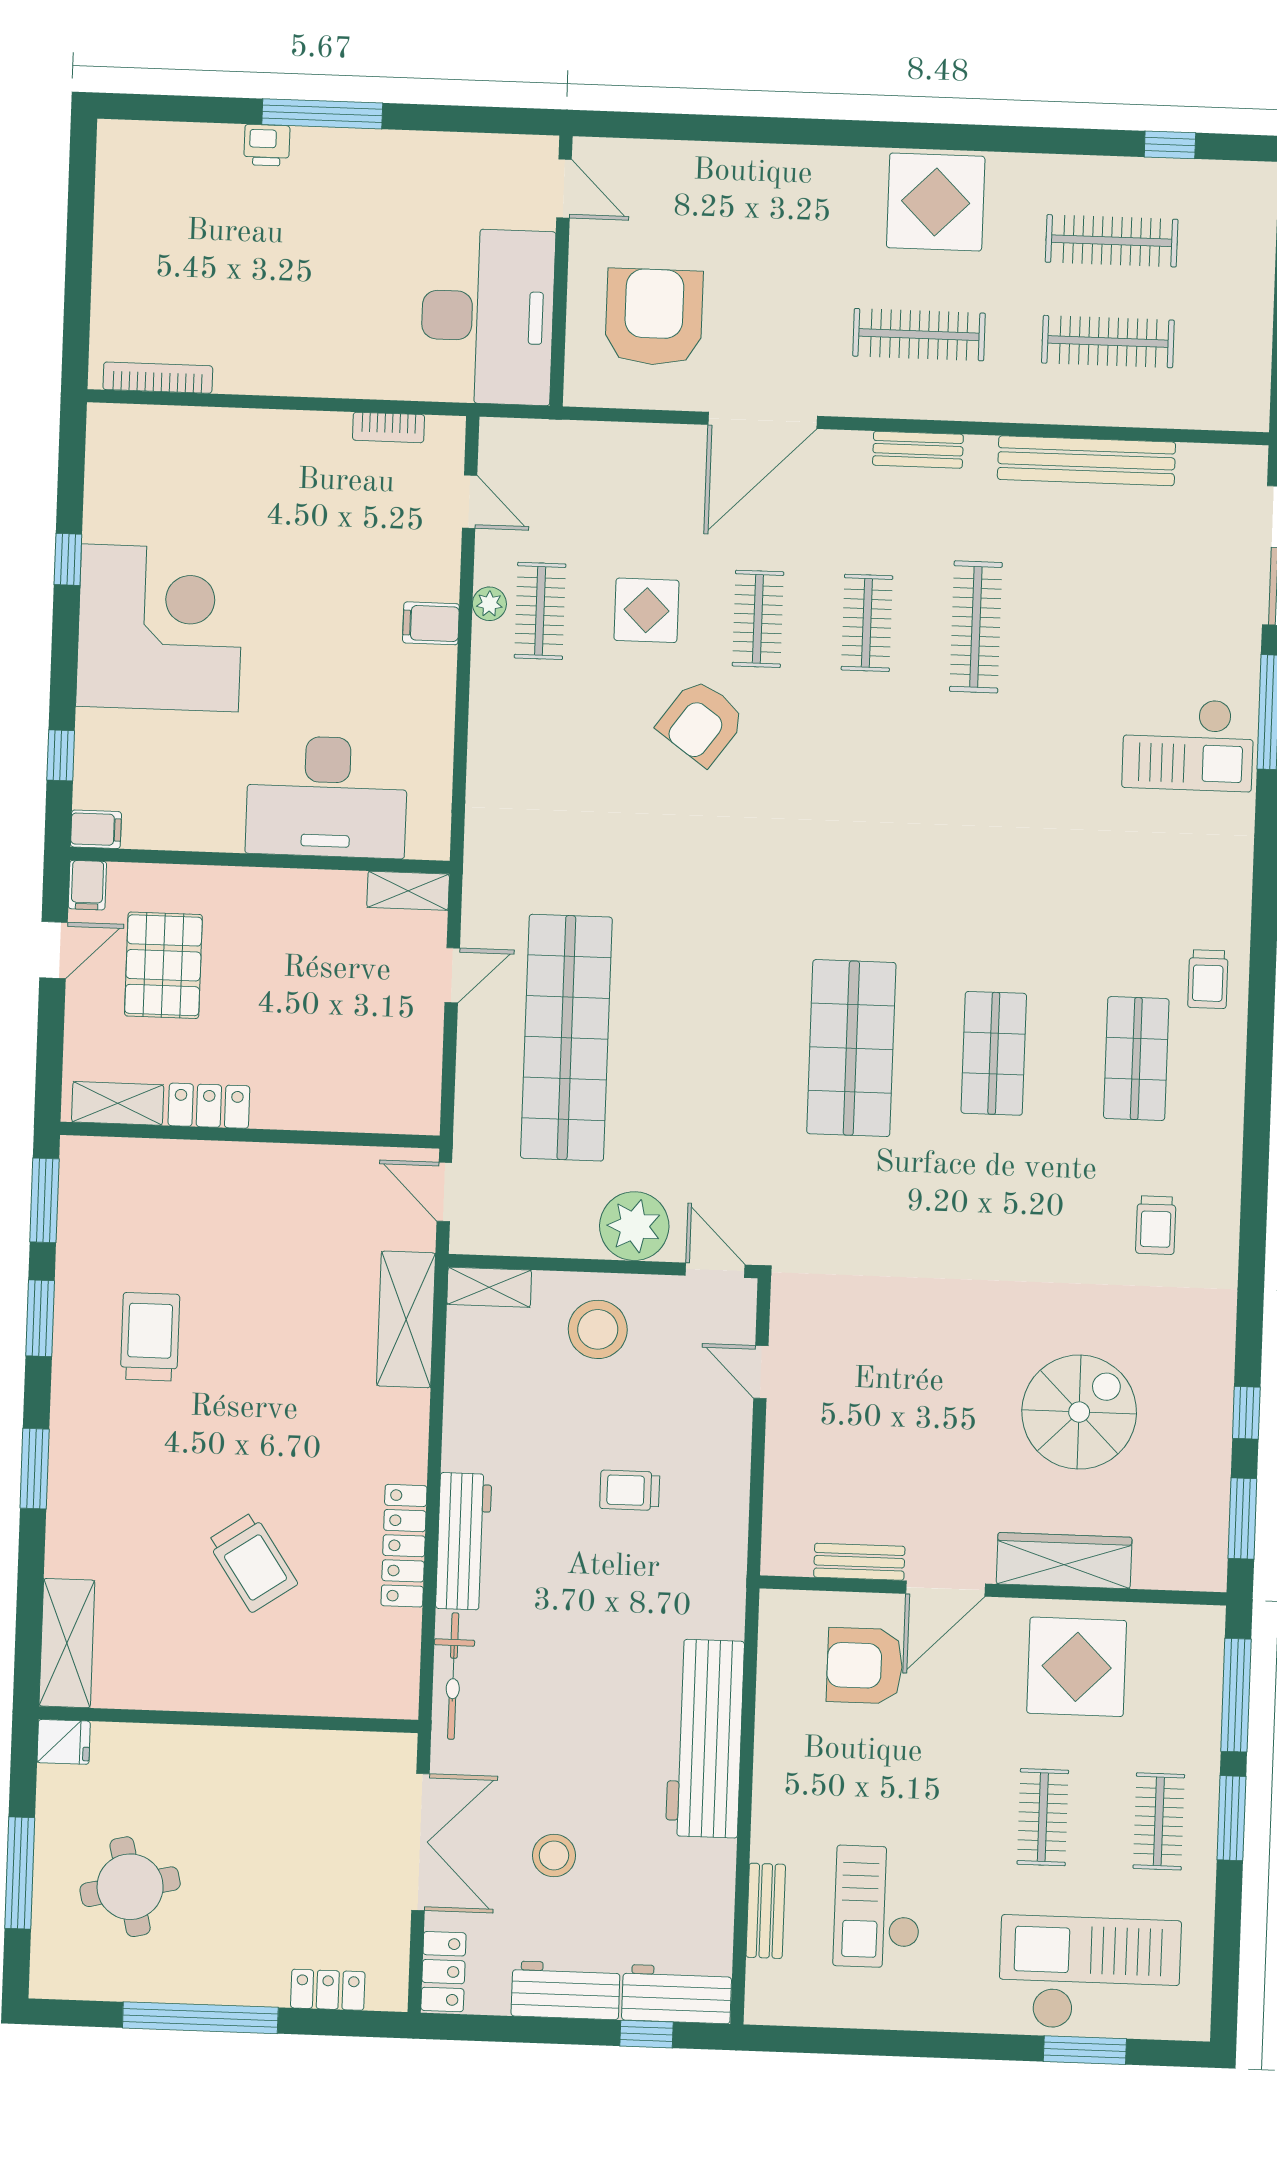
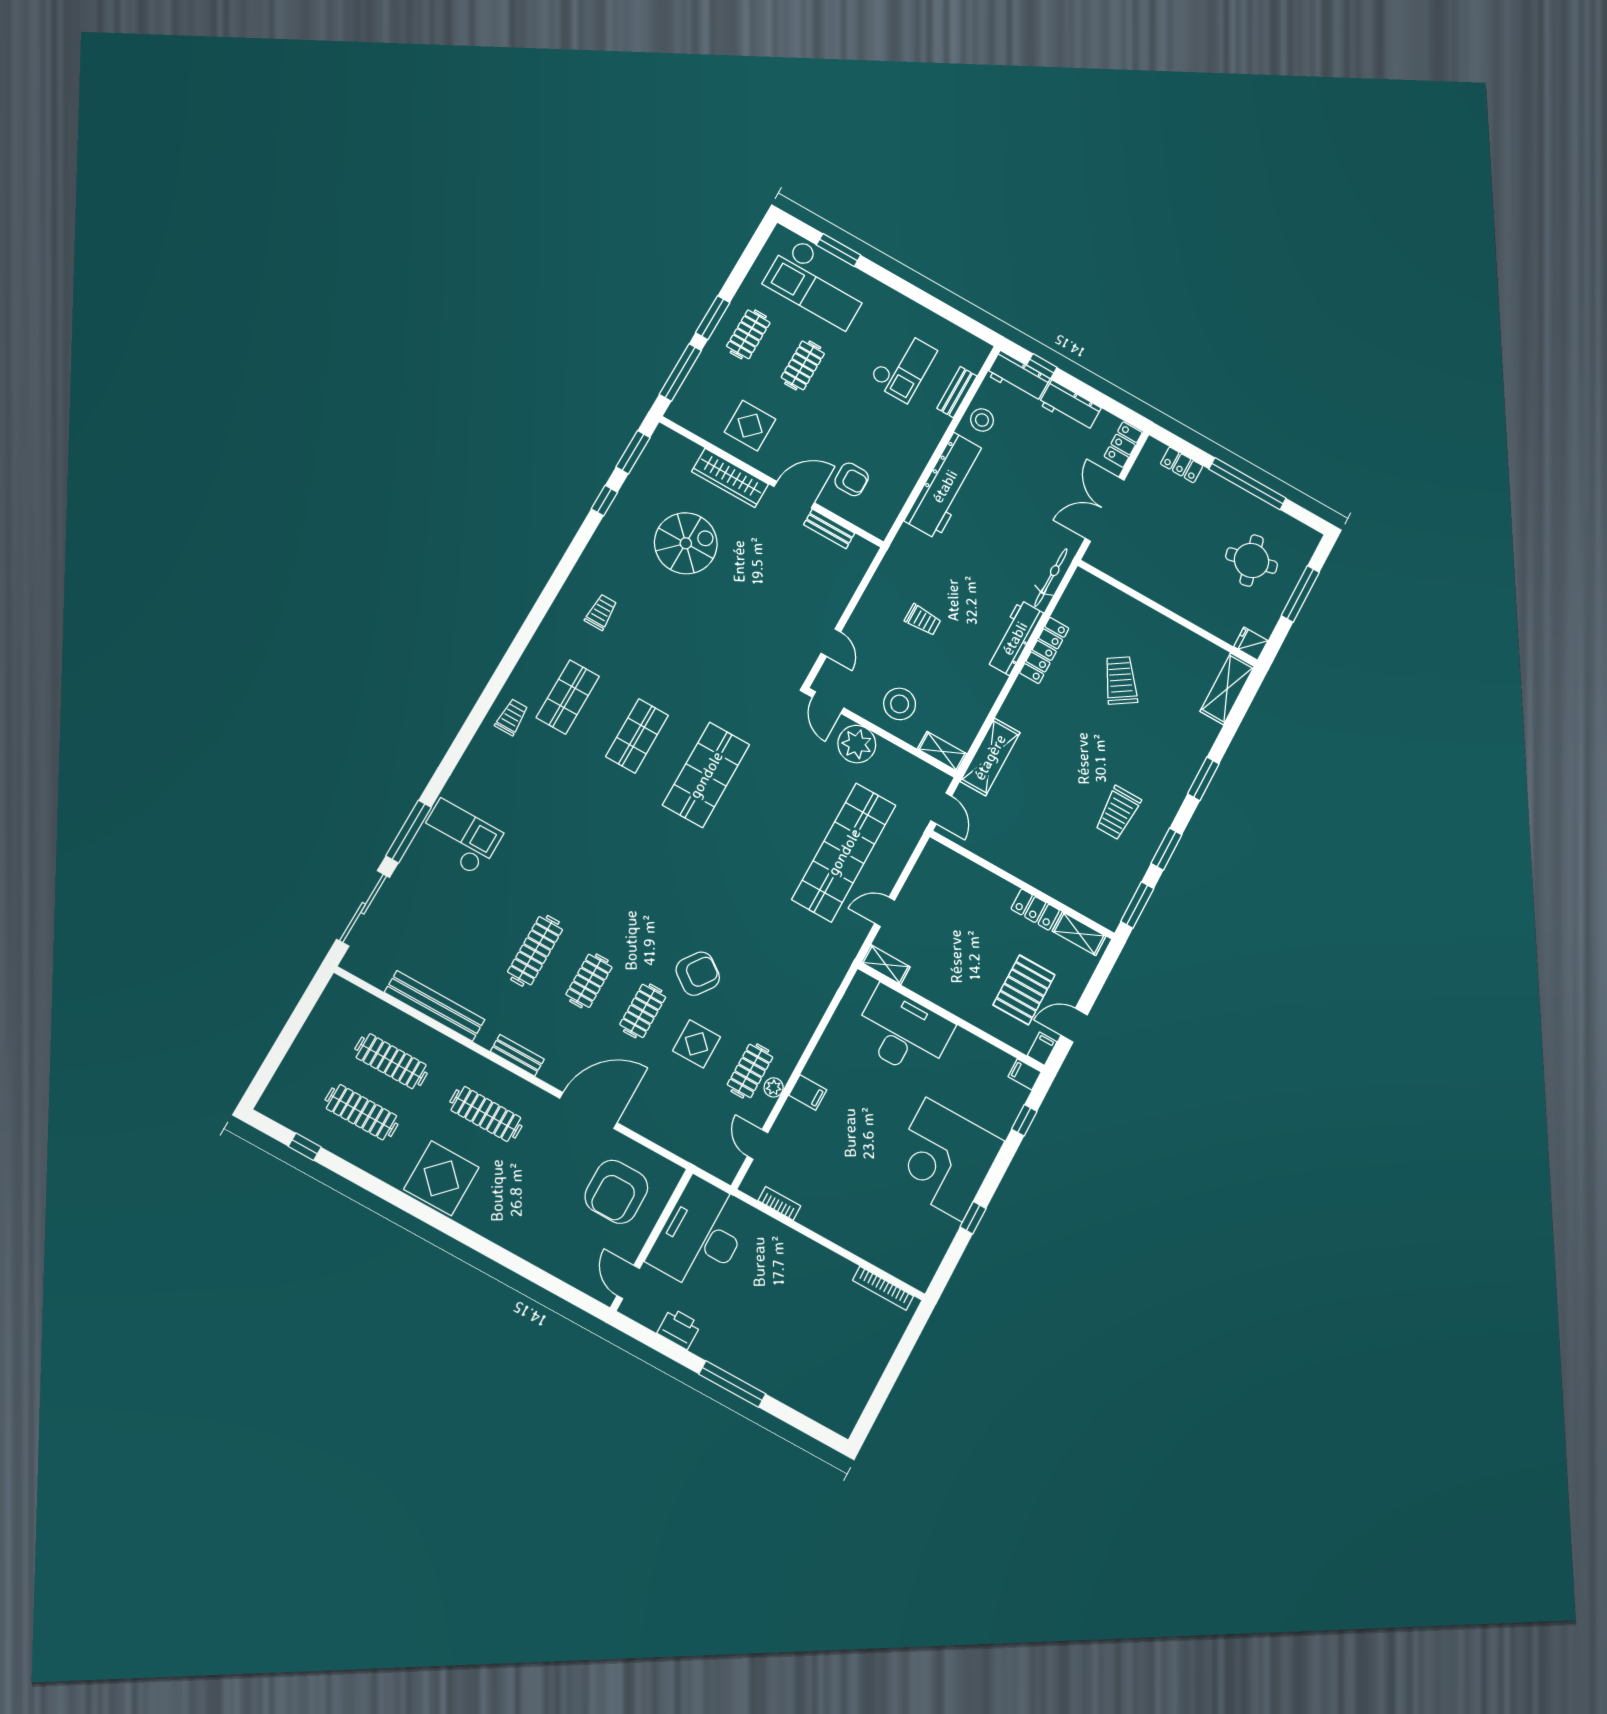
printer: (267, 145) -> (679, 1329), moved, width x1.36, depth x1.24
spiral stairs: (1079, 1412) -> (686, 543), turned 180
armchair: (865, 1666) -> (852, 479), width x0.72, depth x0.72
display table: (1077, 1667) -> (750, 426), width x0.73, depth x0.73
stool: (554, 1855) -> (982, 420), moved

